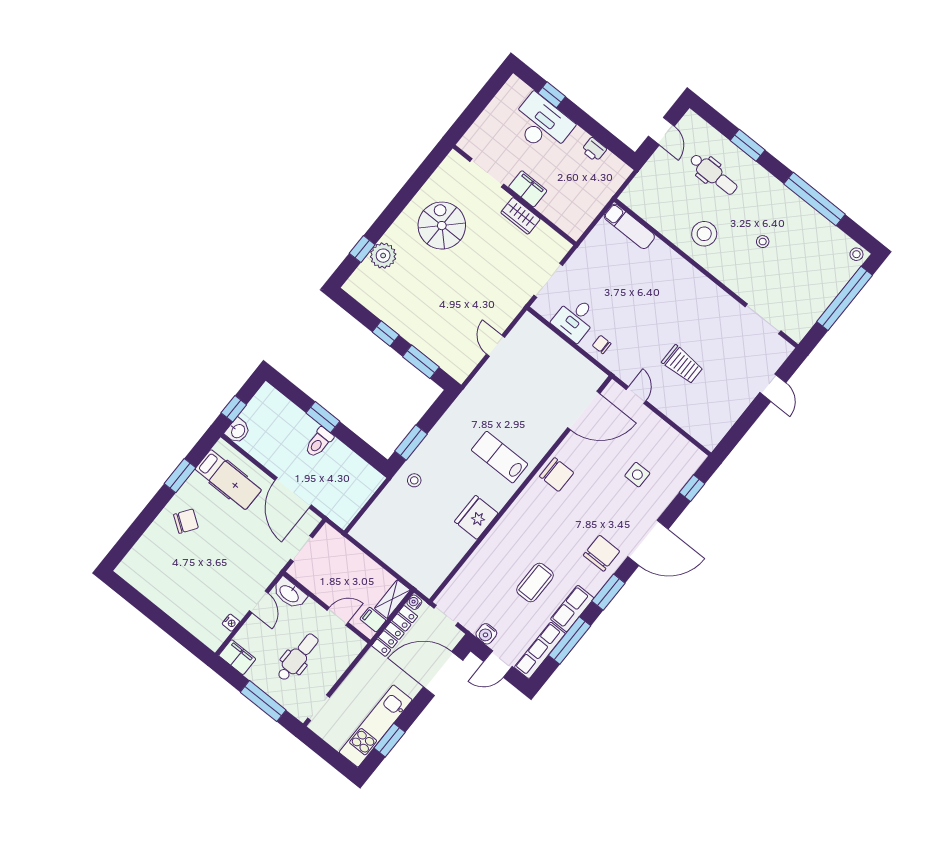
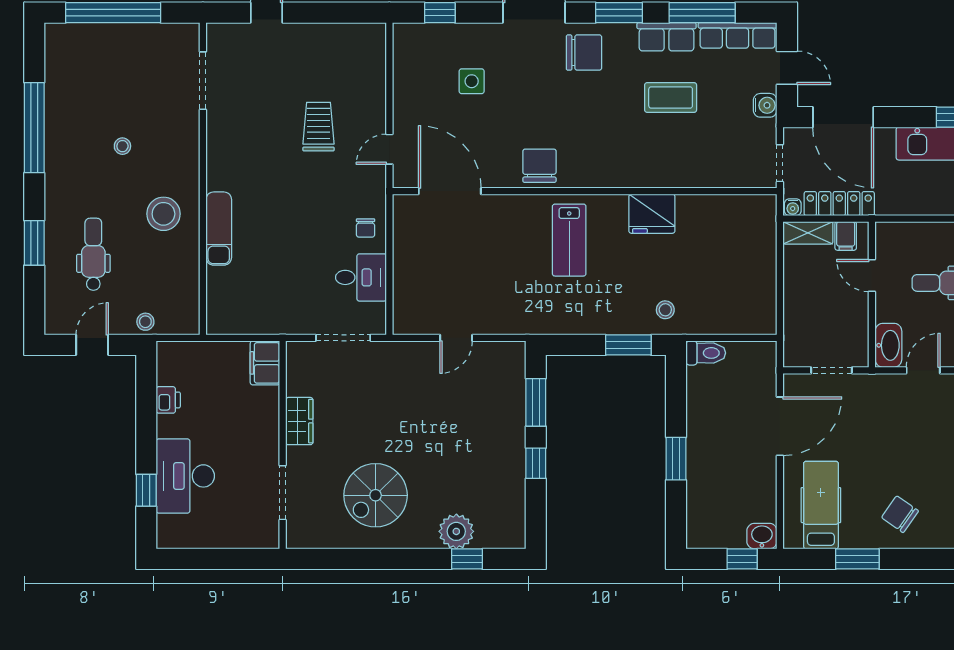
filing cabinet: (528, 189) -> (265, 363), moved
exam couch: (629, 226) -> (219, 229), moved
stool: (856, 254) -> (145, 322), moved
toilet: (319, 442) -> (706, 353), moved
chair: (602, 553) -> (584, 53), turned 180

